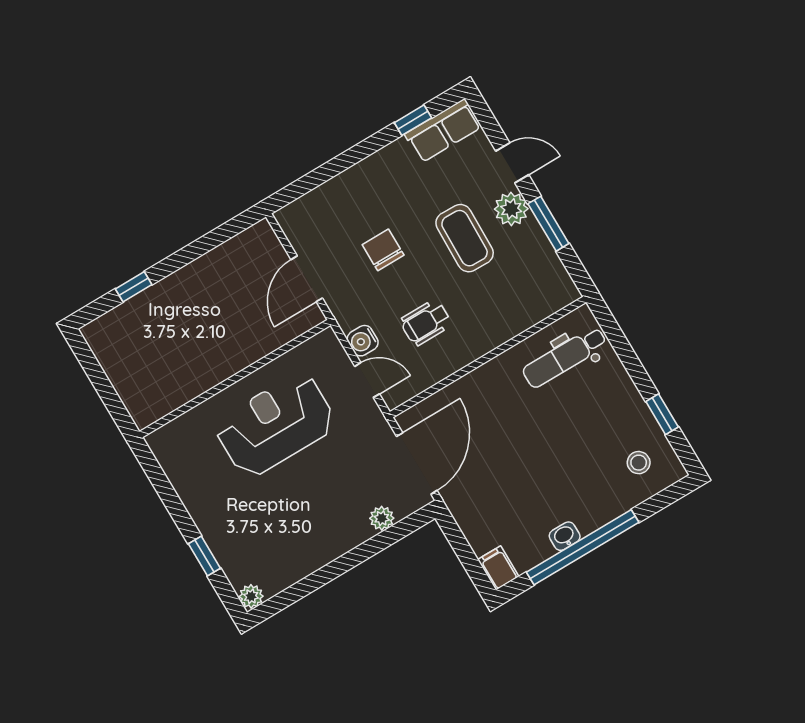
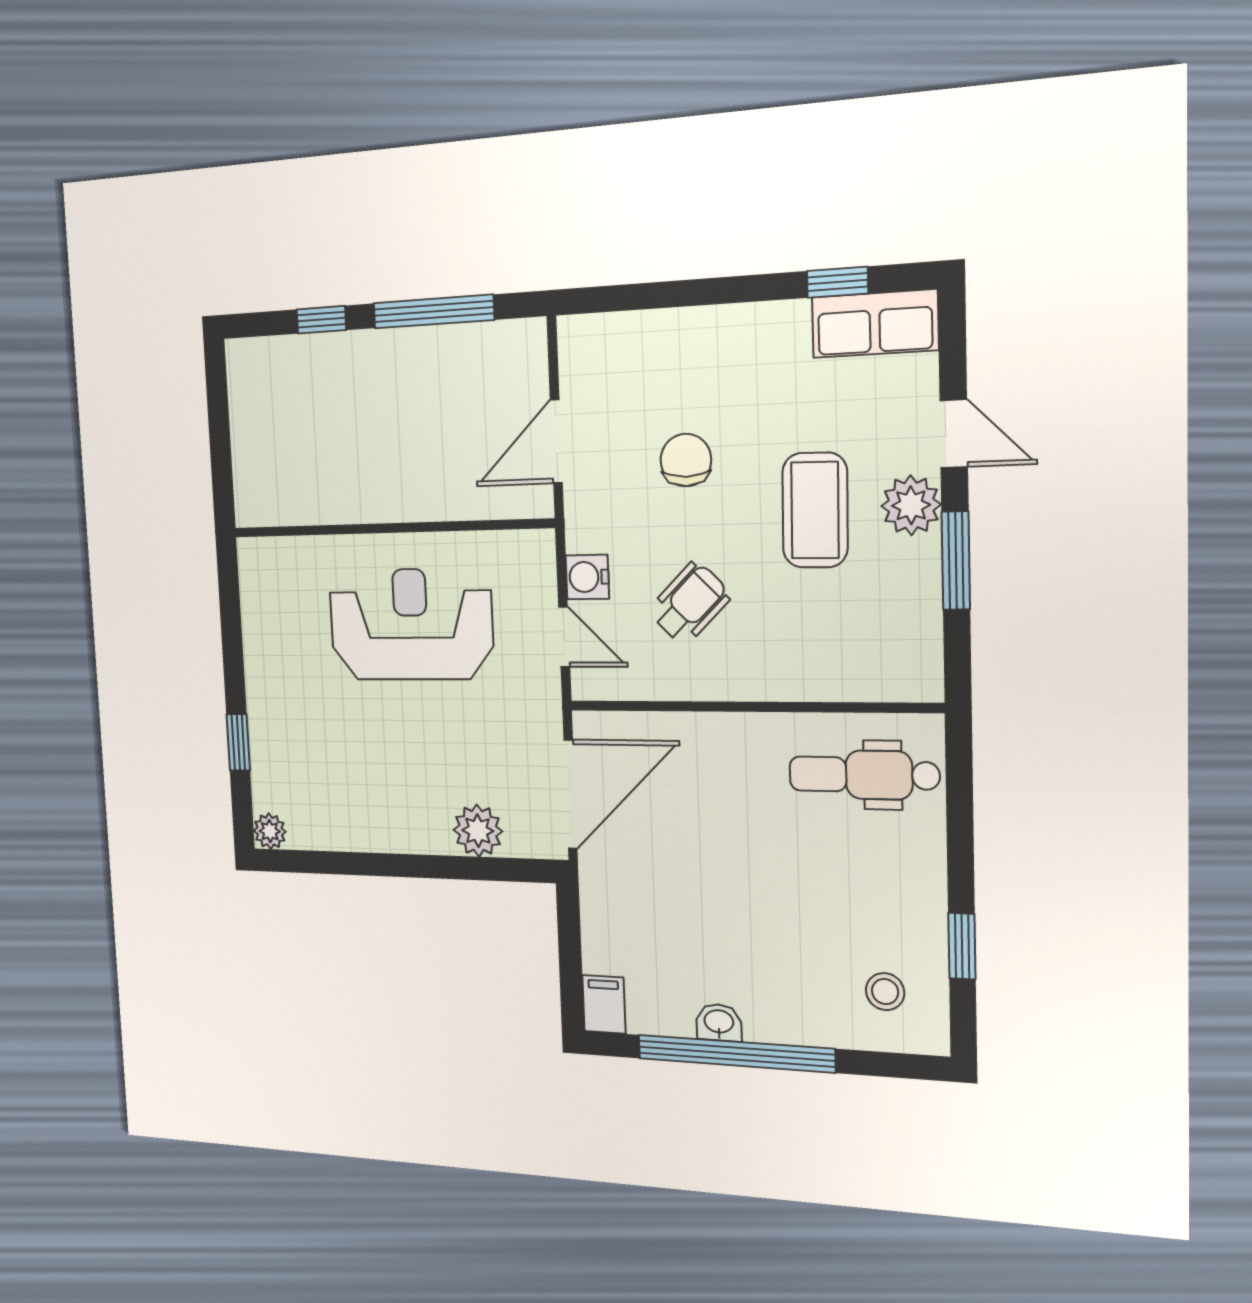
window: (199, 248) -> (434, 312), added
wheelchair: (426, 322) -> (690, 603), turned 135
plant: (382, 518) -> (478, 831), width x1.38, depth x1.38

